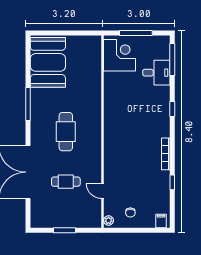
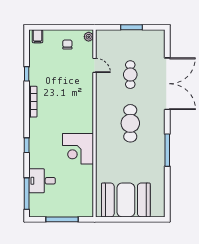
corner desk: (120, 55) -> (78, 149), moved
booth: (48, 62) -> (126, 200), moved, turned 90
cafe table: (66, 182) -> (130, 75), turned 90

